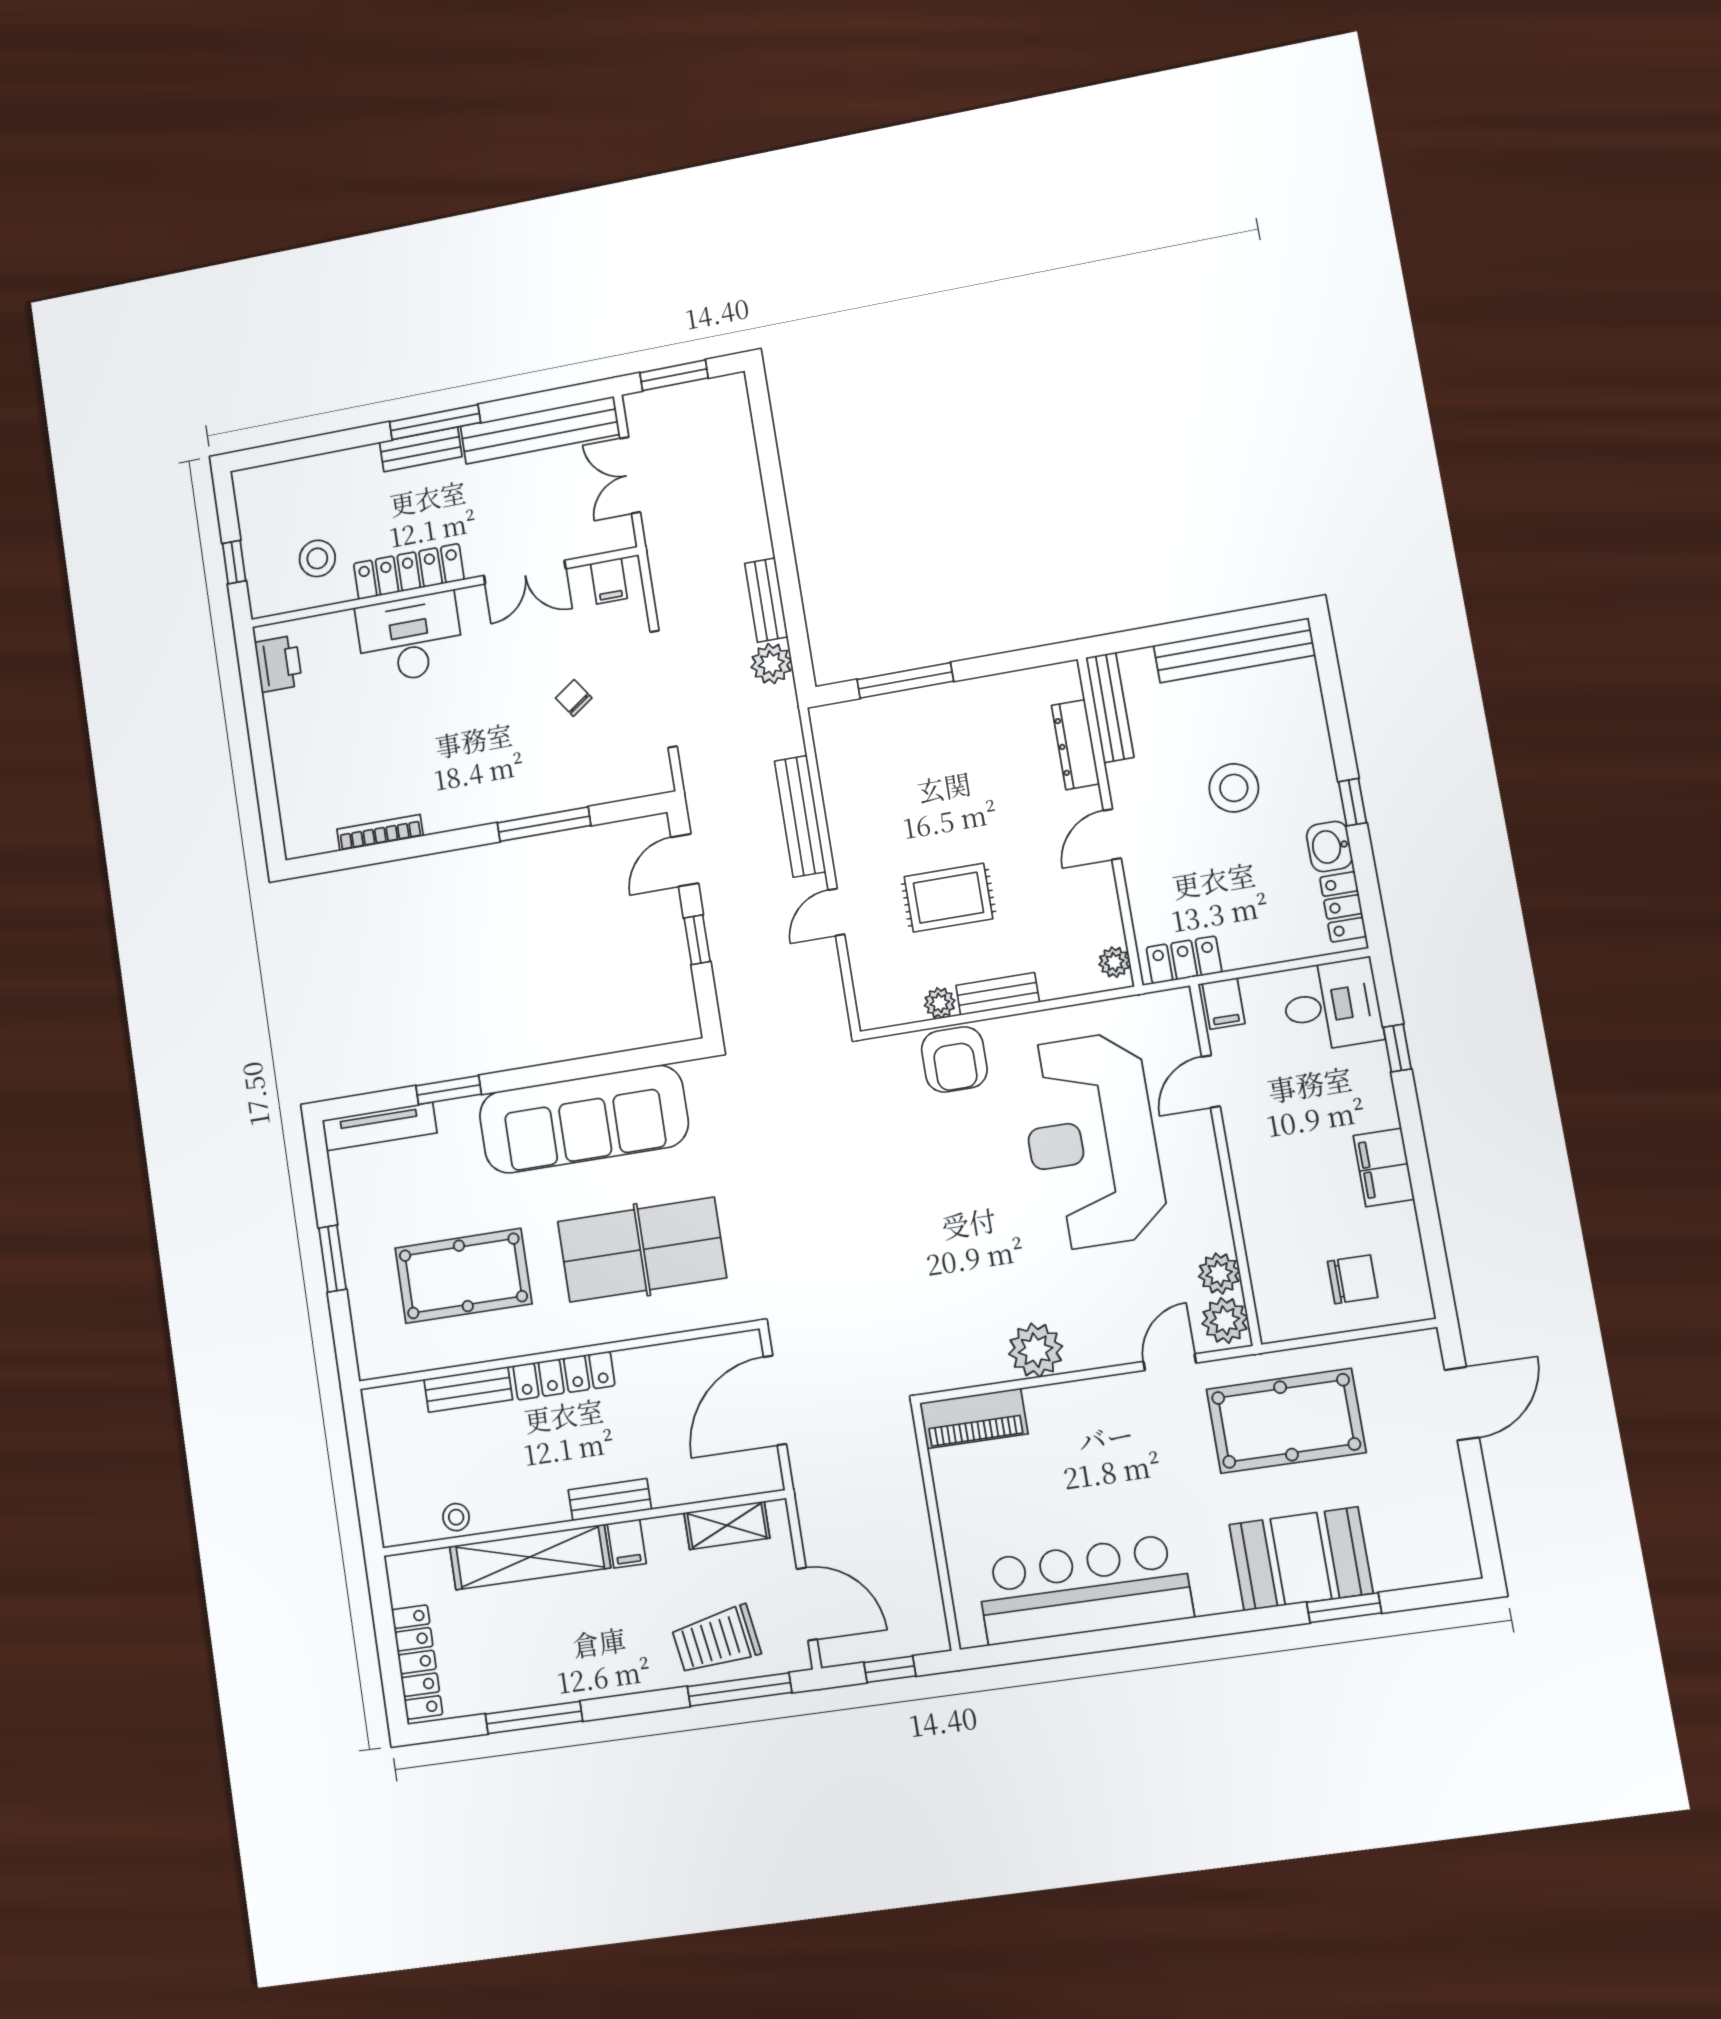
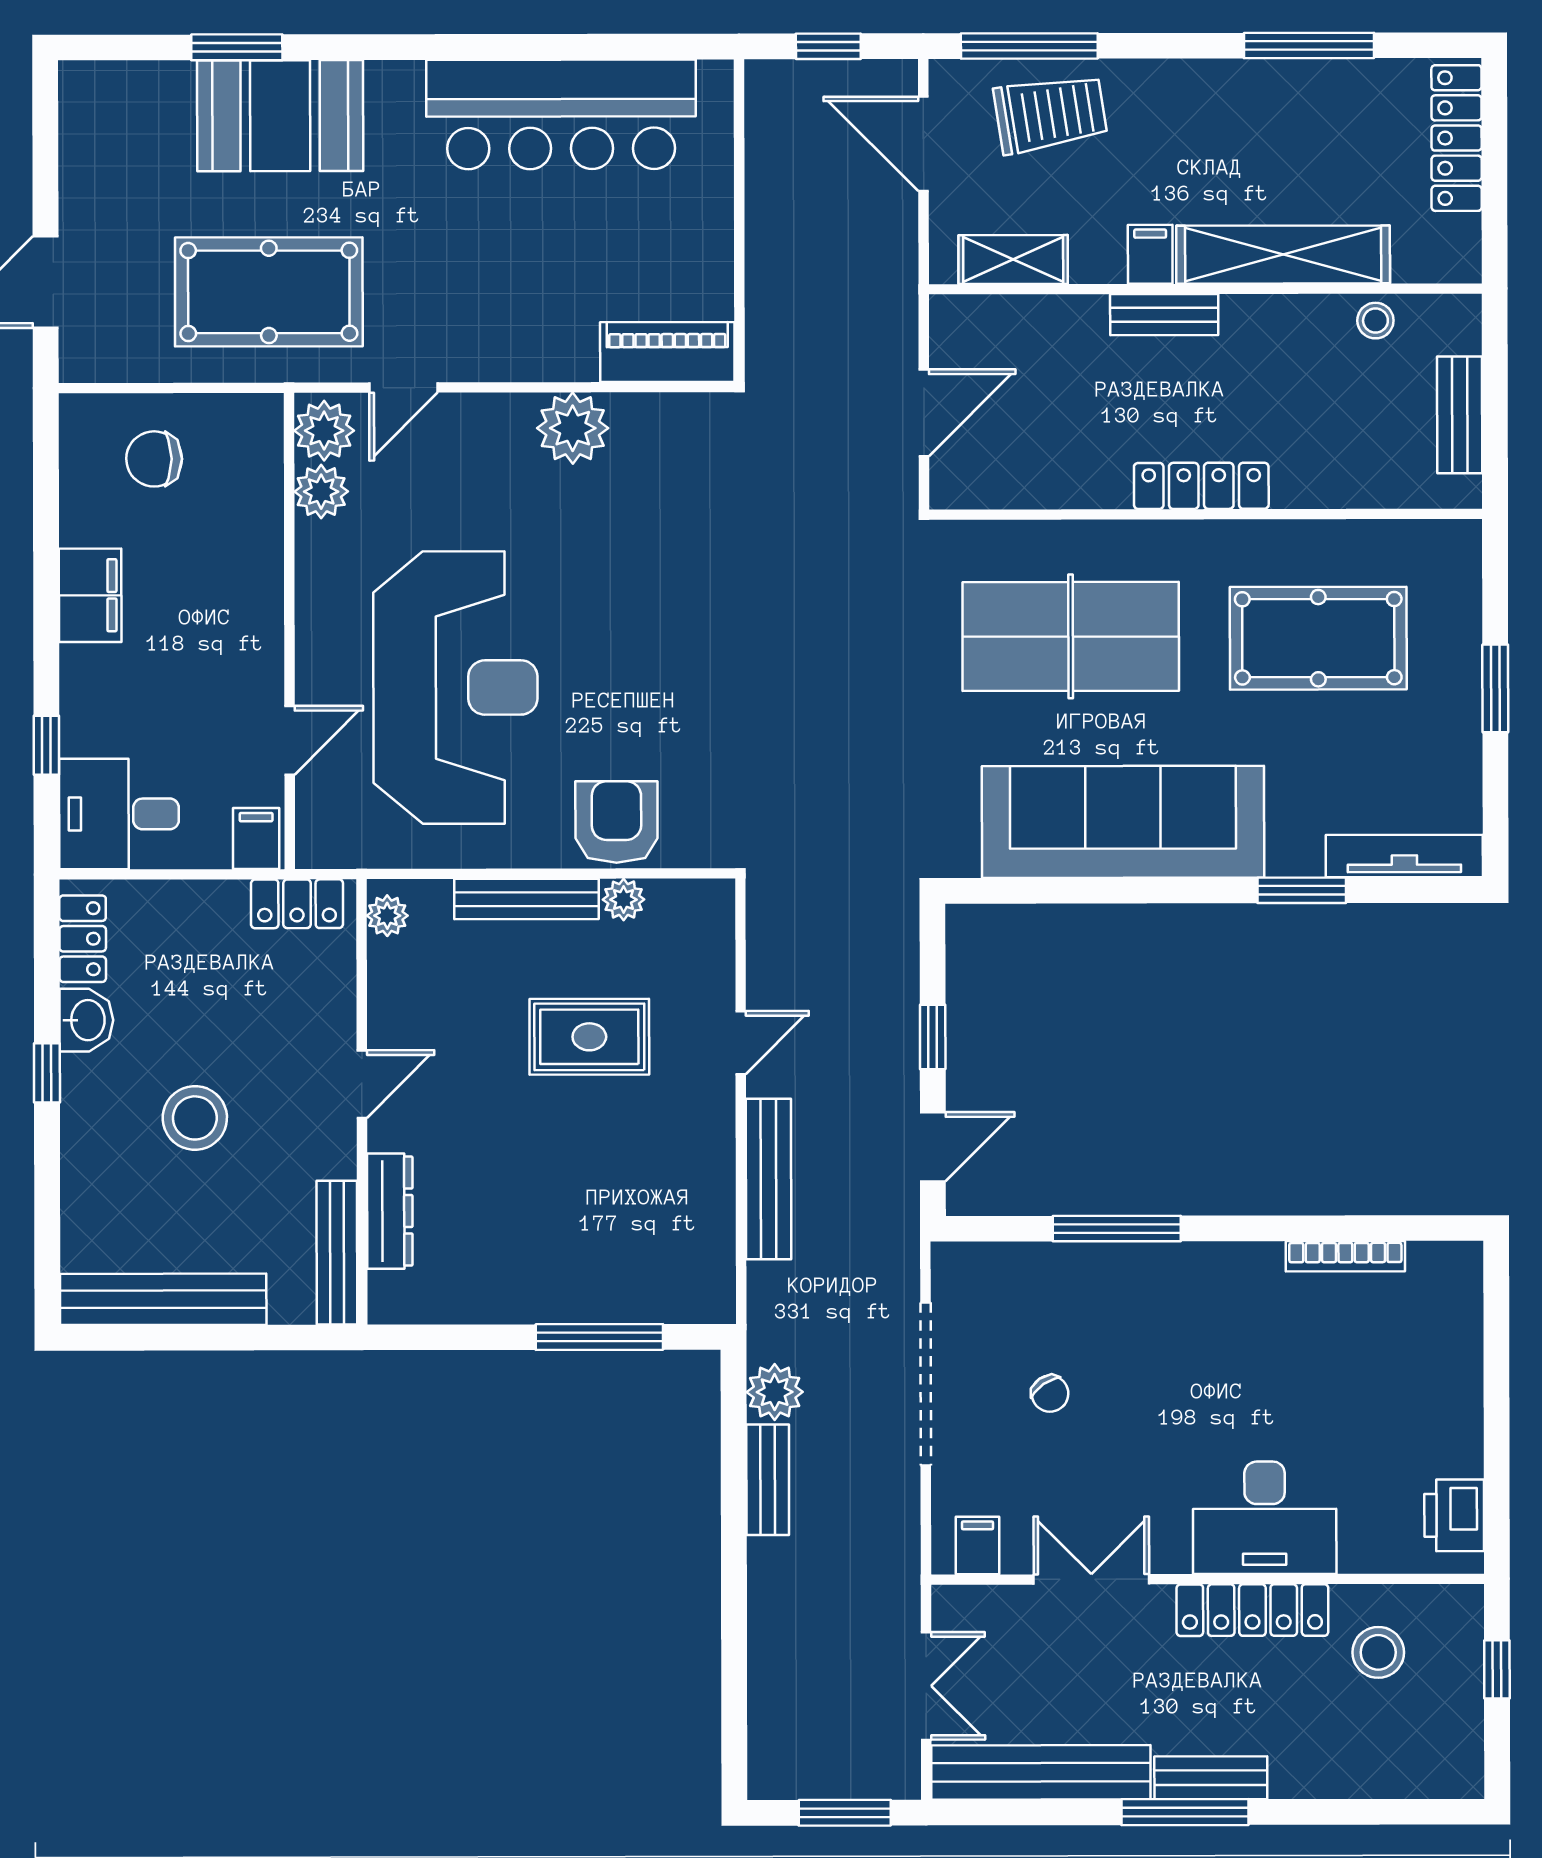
bench: (998, 994) -> (526, 899), width x1.36
bench: (468, 1389) -> (1460, 415), moved, turned 90
door: (775, 1400) -> (924, 413), width x0.73

